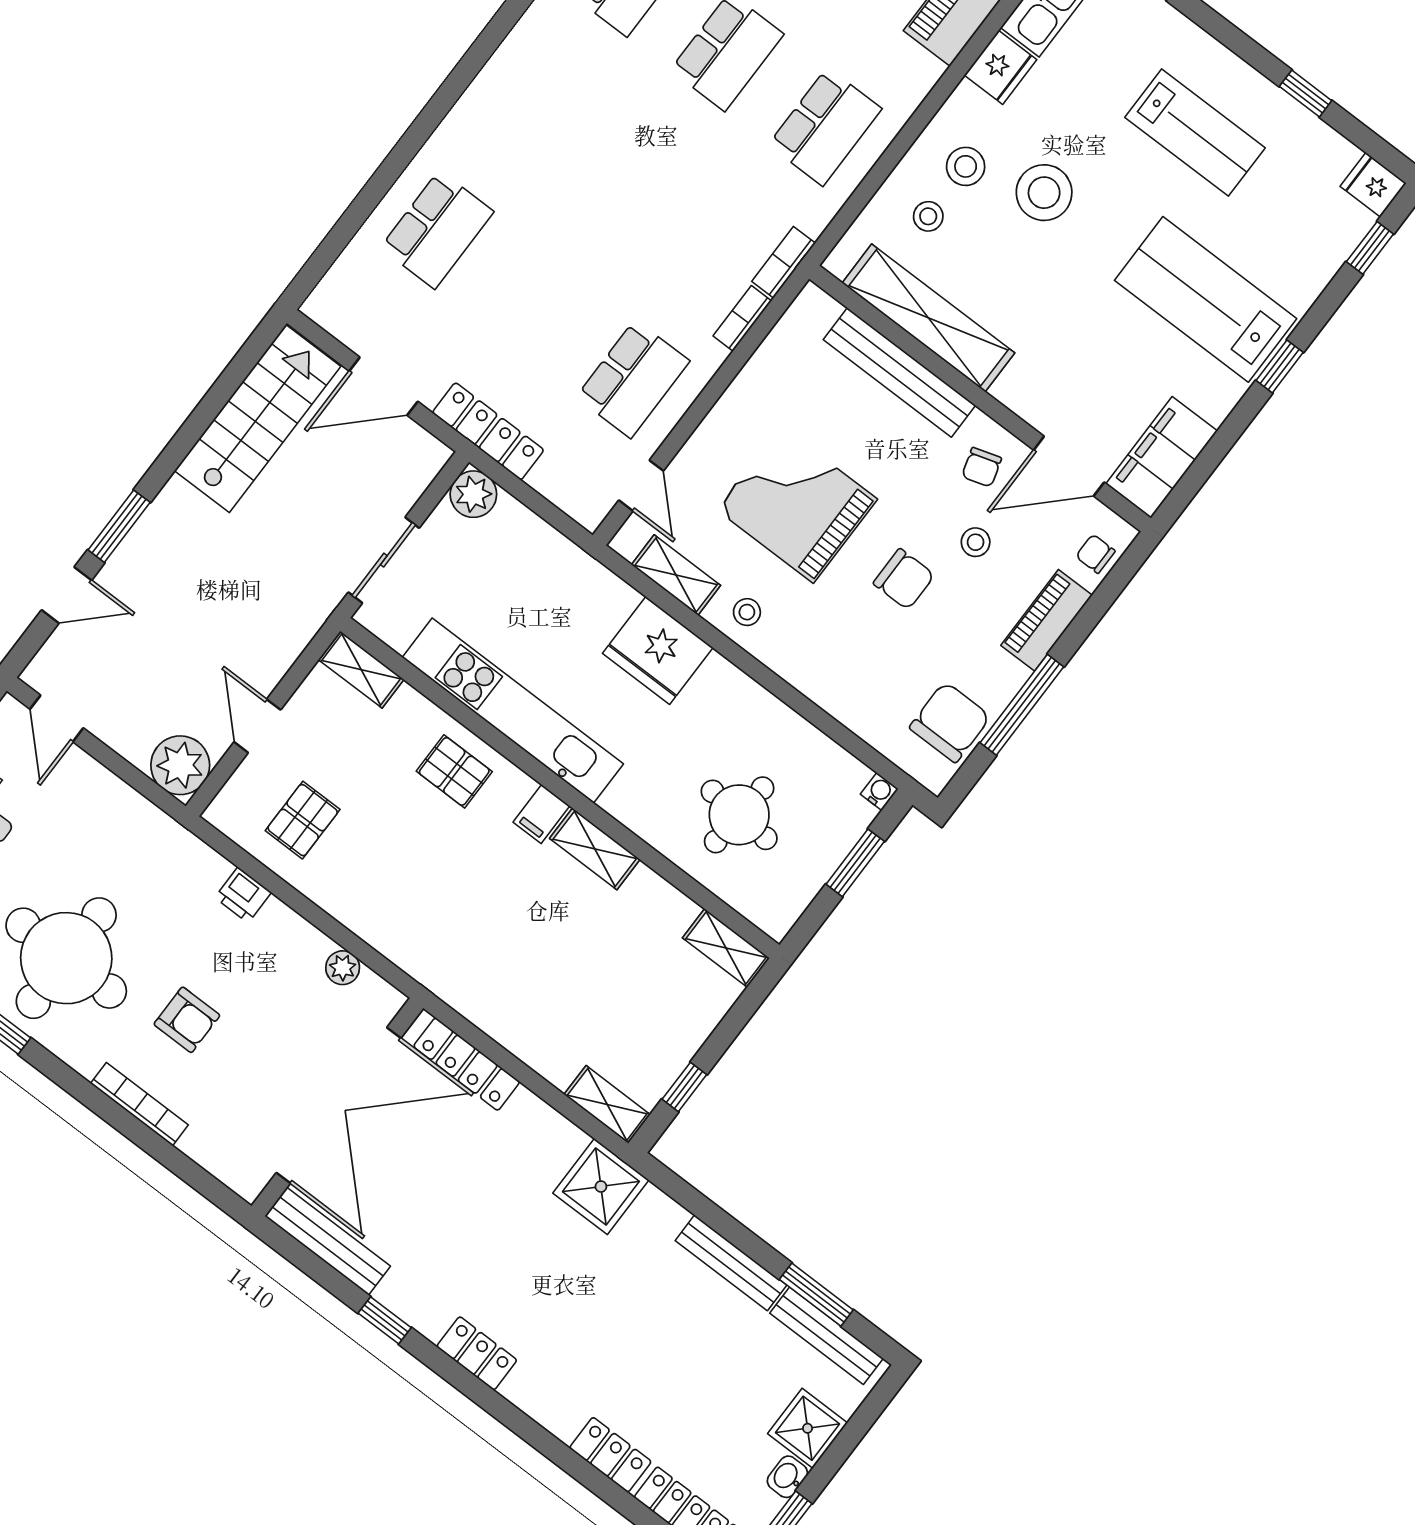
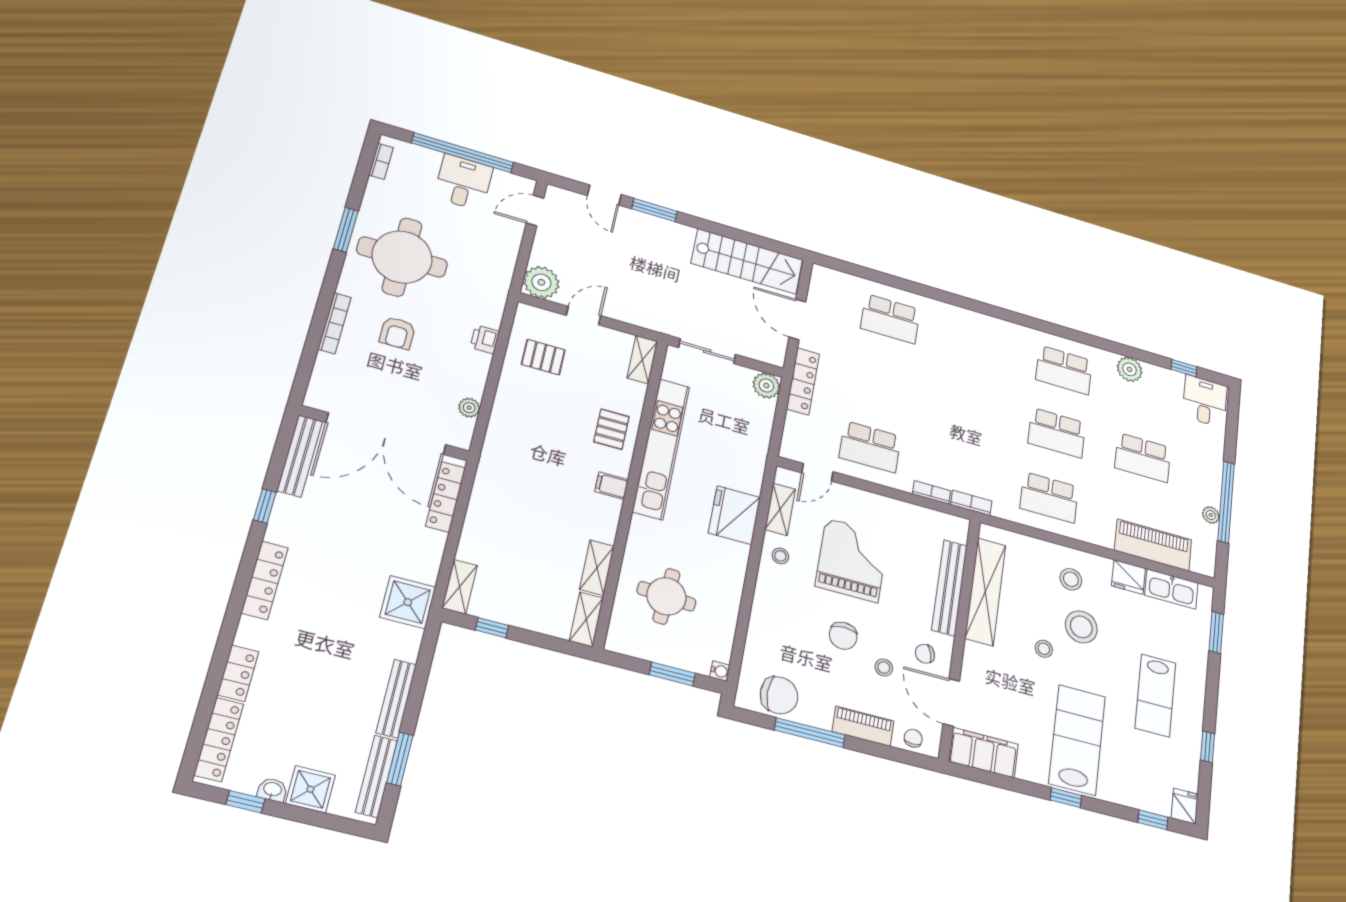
stool: (928, 216) -> (1044, 649), moved
shelving: (595, 849) -> (597, 568), moved
locker: (477, 1353) -> (265, 580), width x1.53

